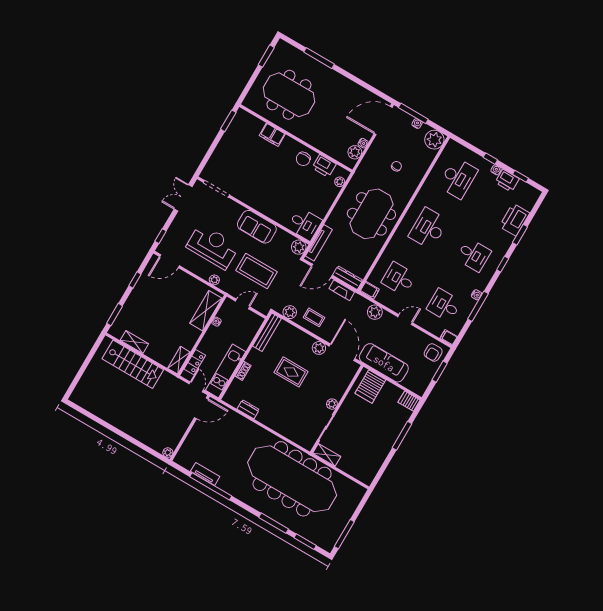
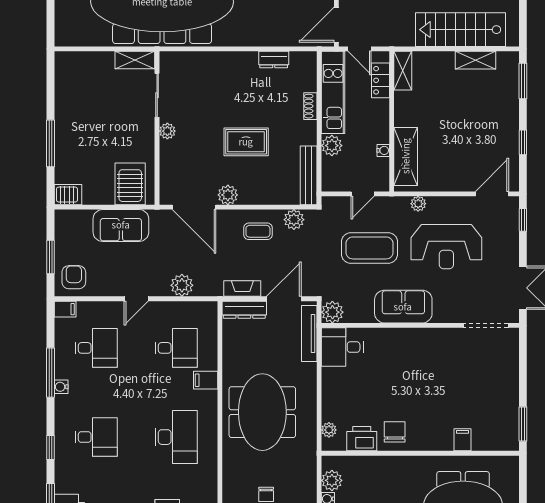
filing cabinet: (272, 135) -> (463, 440), width x0.50
desk: (474, 255) -> (96, 437), turned 180
filing cabinet: (370, 290) -> (206, 380), moved
plant: (244, 341) -> (332, 146), added
sofa: (384, 363) -> (121, 225), width x0.73

